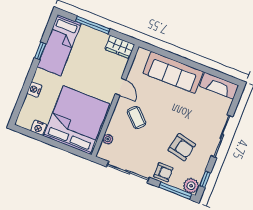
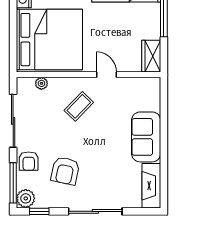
sofa: (173, 72) -> (146, 137), width x0.73
door: (121, 87) -> (106, 75), swing flipped

